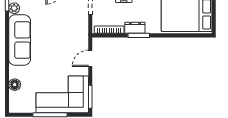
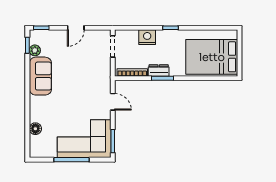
sofa: (20, 40) -> (40, 76), width x0.73
door: (90, 58) -> (113, 102), swing flipped

